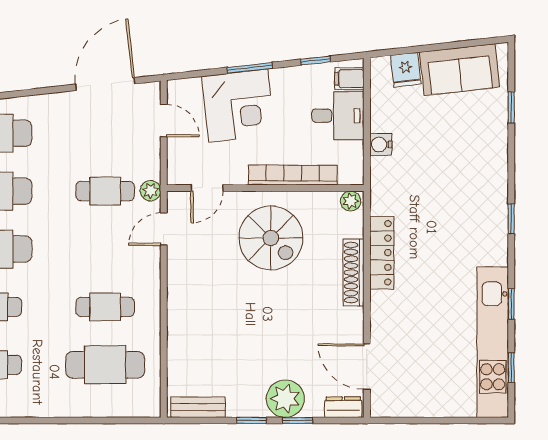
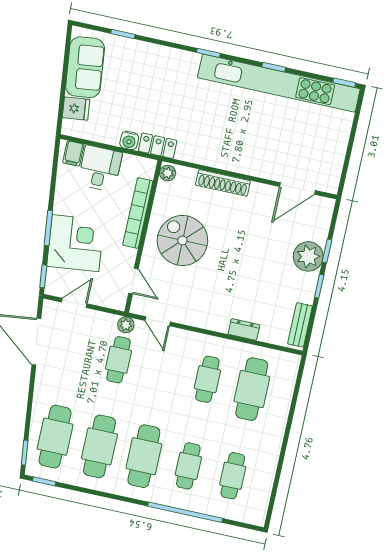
window: (316, 61) -> (43, 276), moved
spiral stairs: (271, 238) -> (182, 240), turned -90
locker: (382, 253) -> (158, 146), moved, width x0.66
kitchen unit: (493, 342) -> (279, 83), width x1.36
window: (511, 368) -> (344, 83), moved
dresser: (343, 407) -> (244, 329), moved, turned 90

